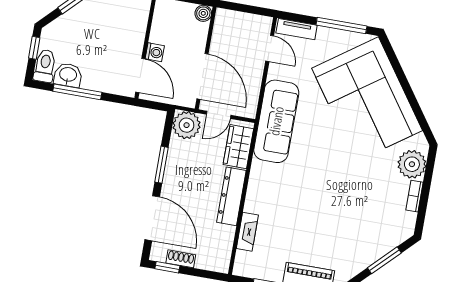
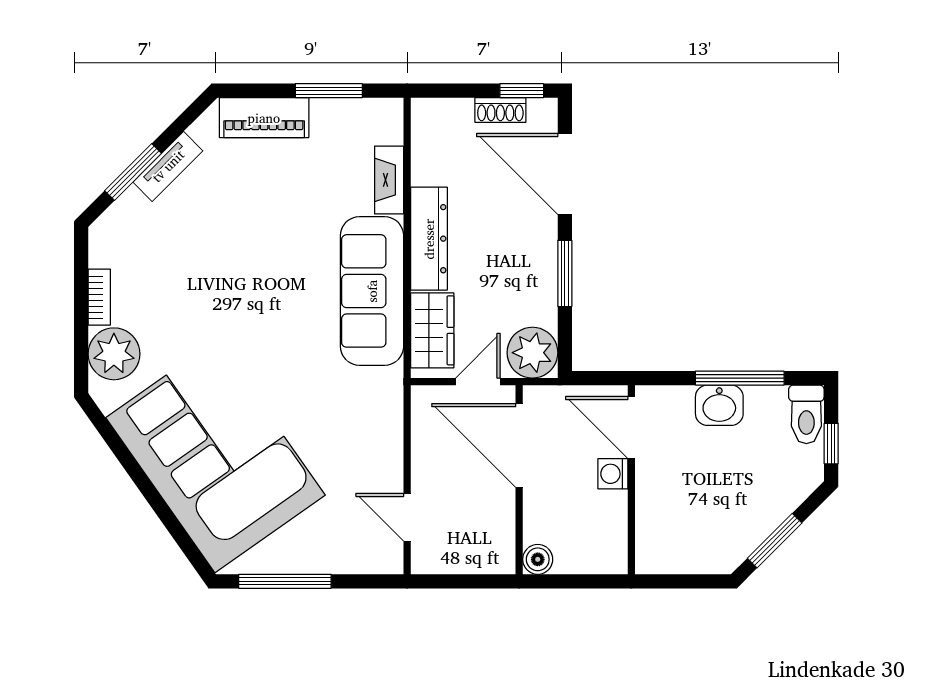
tv unit: (297, 29) -> (168, 166), moved, turned 135
washbasin: (68, 75) -> (719, 405), moved
sofa: (276, 121) -> (372, 291), moved

